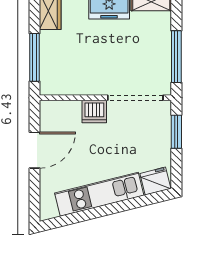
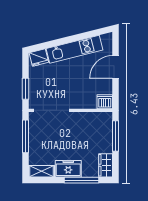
dishwasher: (94, 111) -> (105, 102), moved
door: (35, 150) -> (115, 67), moved

